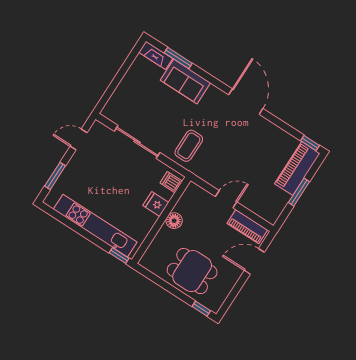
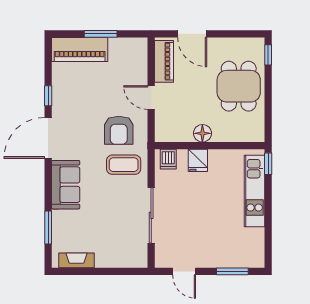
fireplace: (156, 55) -> (76, 260), moved, turned -90
sofa: (185, 82) -> (66, 185), moved
window: (310, 143) -> (48, 96), moved
armchair: (217, 159) -> (119, 130), added
kitchen unit: (95, 226) -> (255, 191), width x0.73

